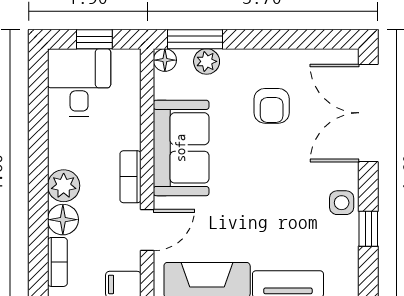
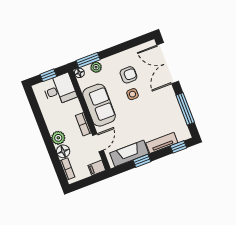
desk: (79, 83) -> (59, 90), moved, turned 90
armchair: (272, 106) -> (128, 75), turned -90
side table: (342, 203) -> (132, 94), moved
window: (368, 229) -> (185, 109), width x2.17

